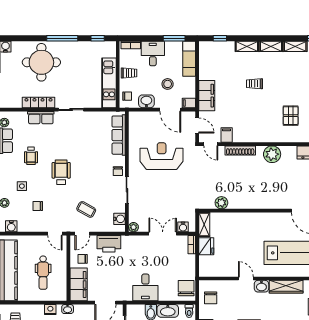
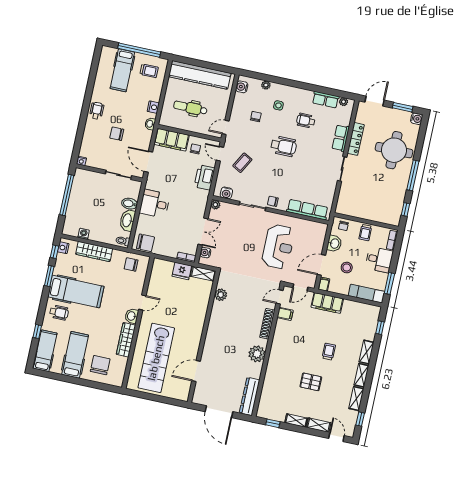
kitchen unit: (109, 83) -> (360, 211), removed
pallet: (291, 116) -> (311, 382), moved

